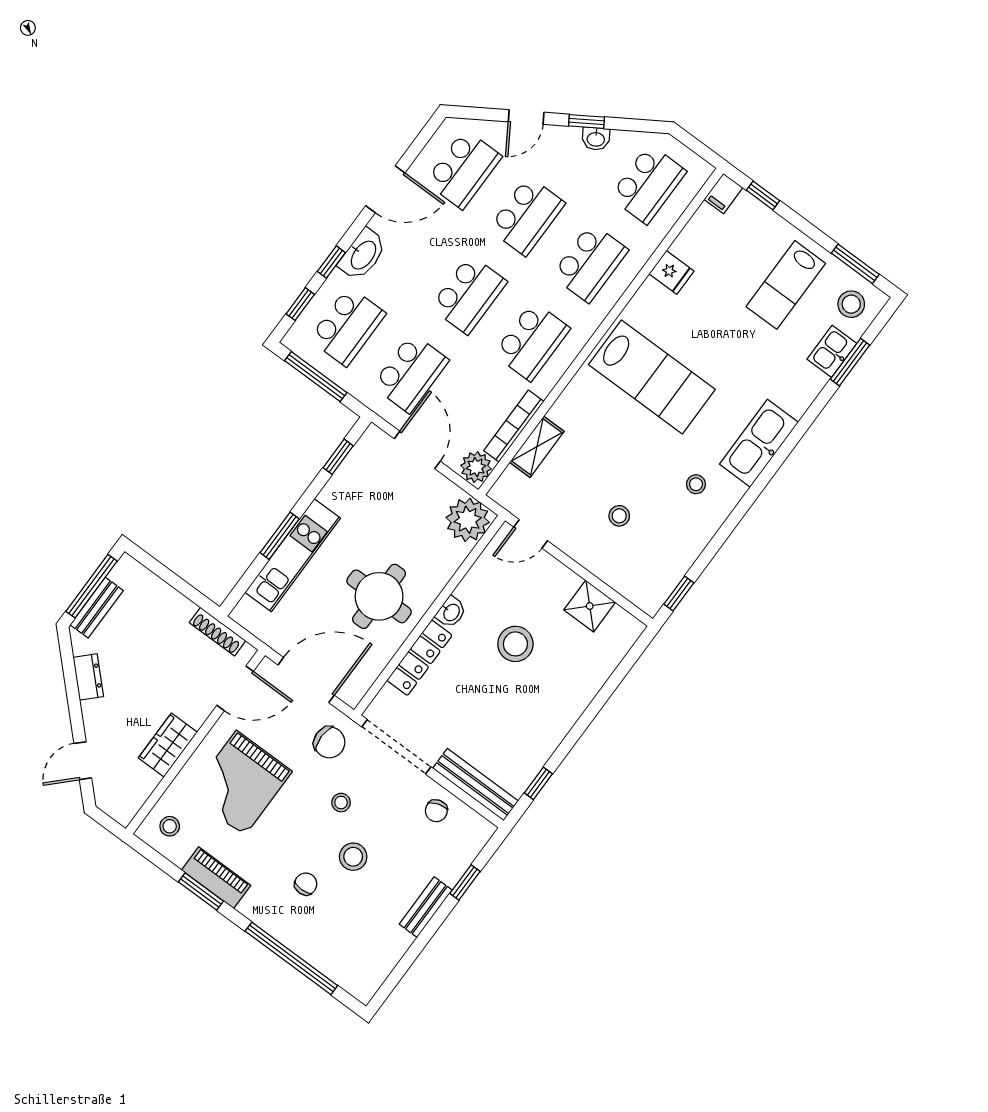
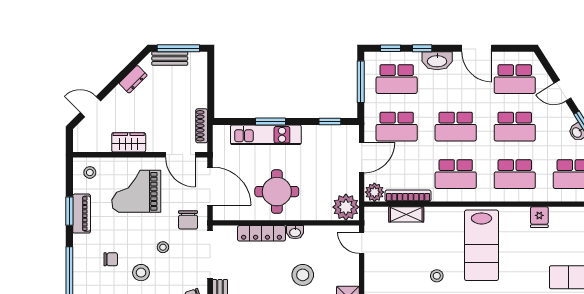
stool: (619, 516) -> (437, 276), moved

